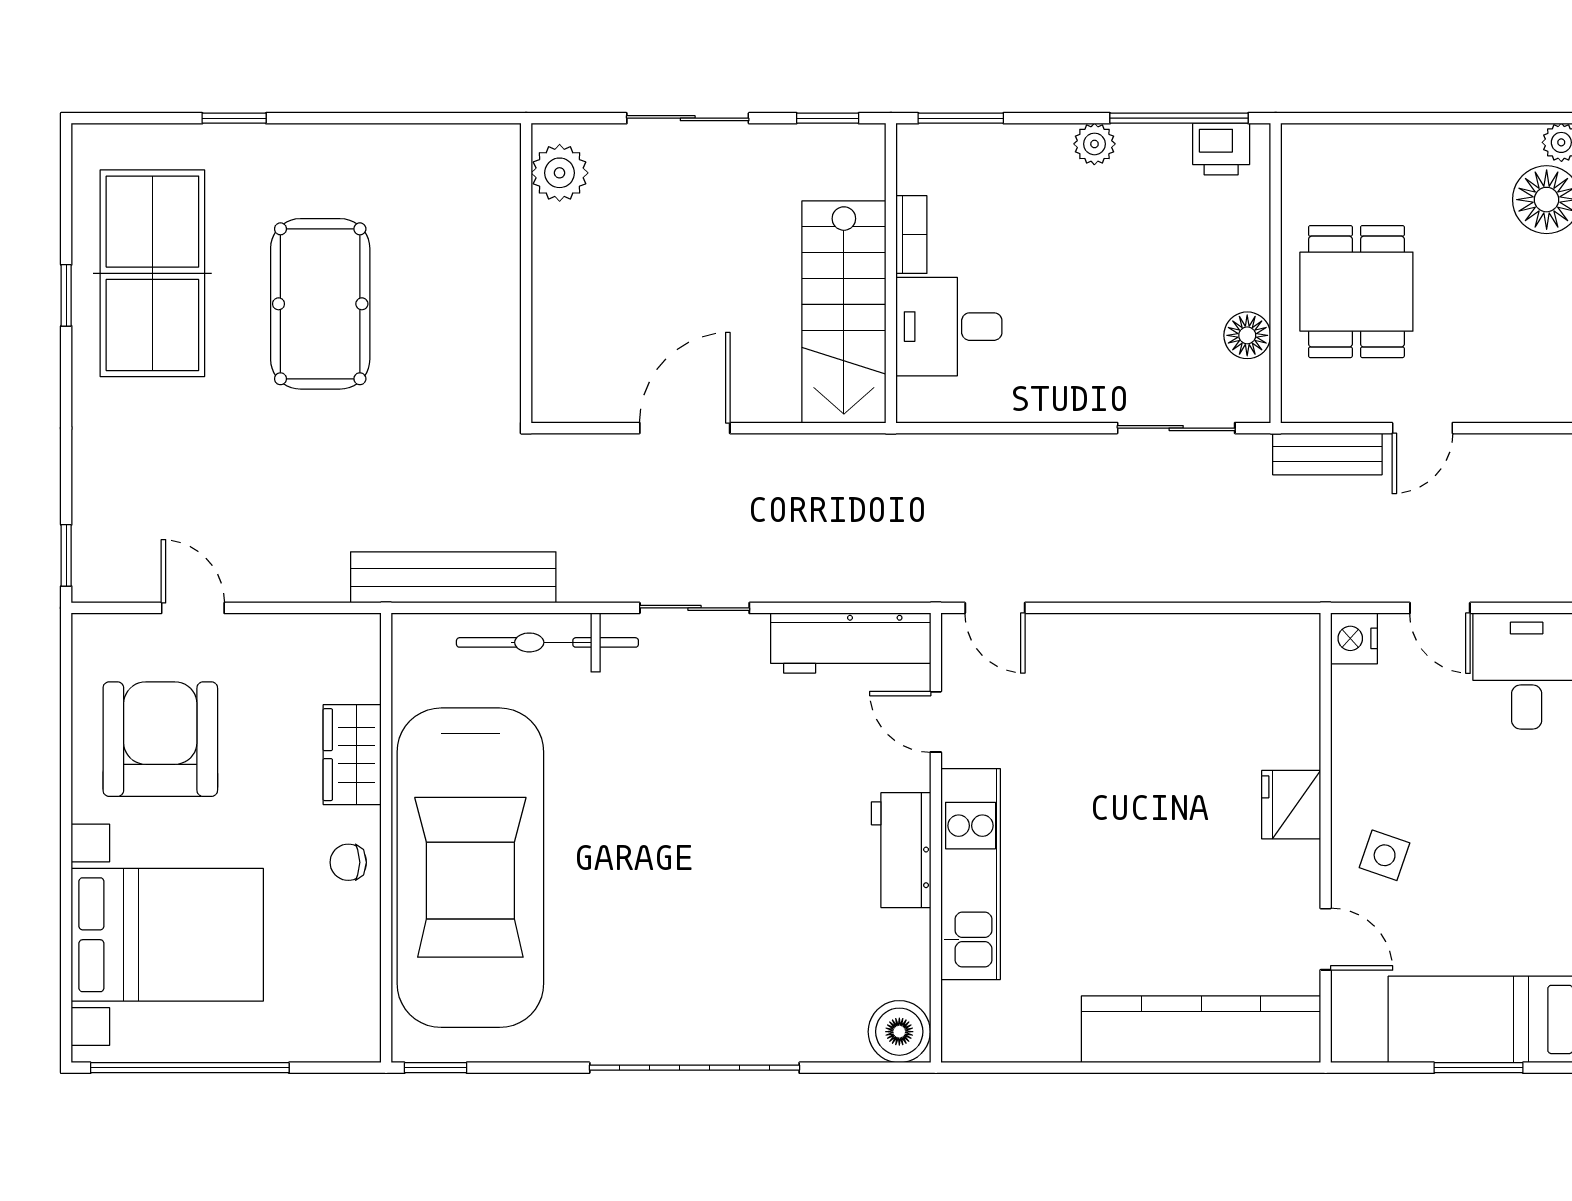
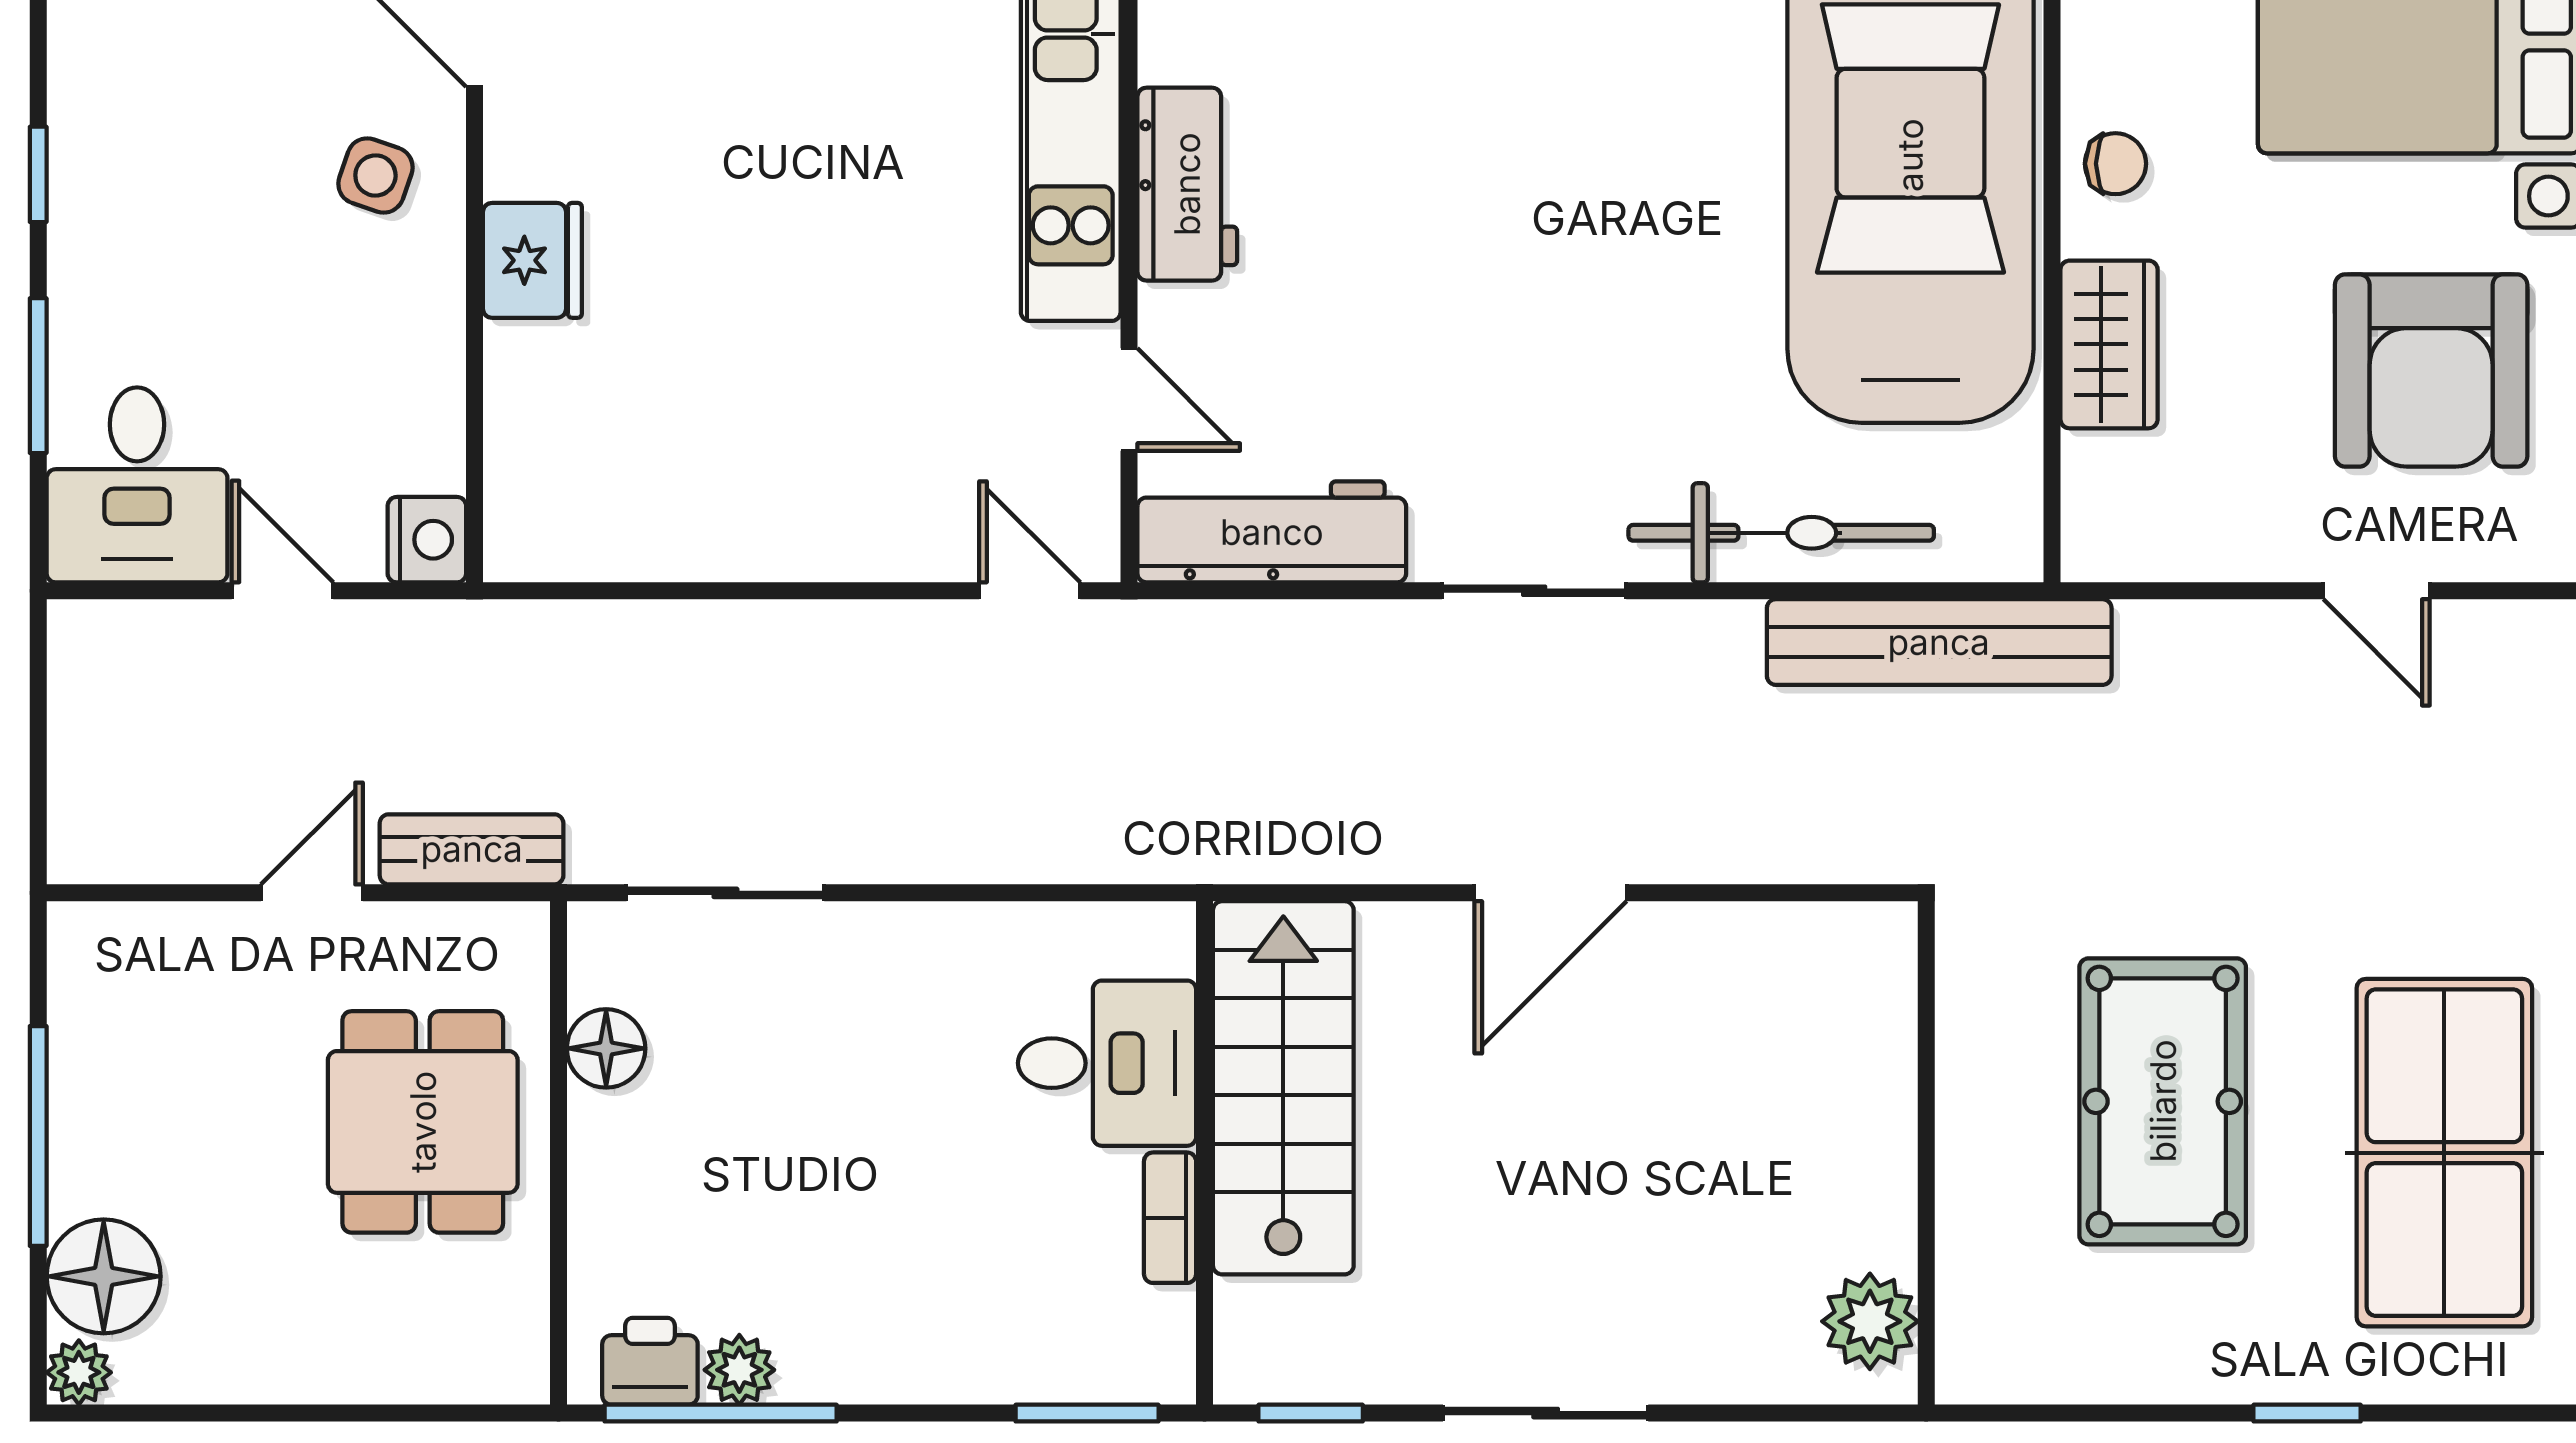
plant: (1094, 144) -> (739, 1370), moved
plant: (560, 173) -> (1870, 1321), moved
wall: (526, 273) -> (1926, 1153), moved

